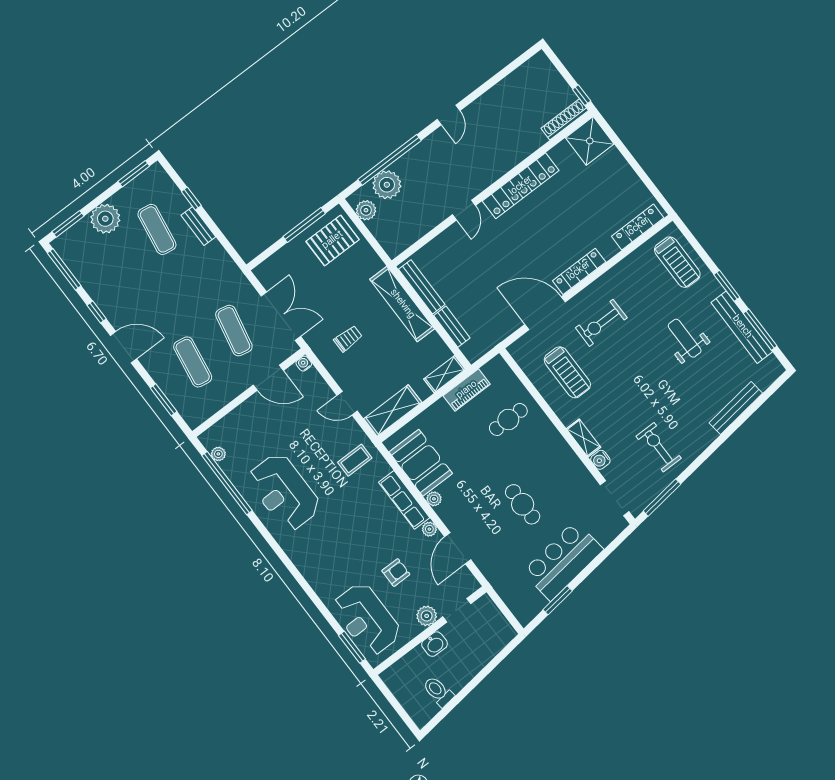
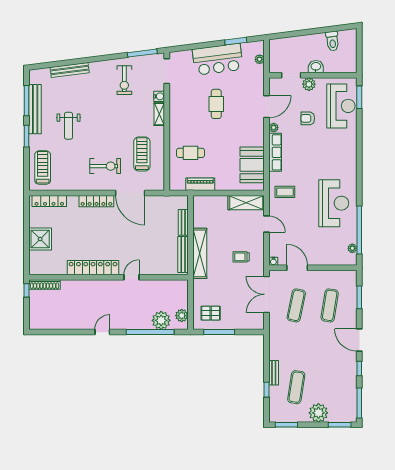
shower: (590, 141) -> (40, 239), moved
pallet: (333, 240) -> (211, 313), width x0.67, depth x0.71
shelving: (444, 374) -> (205, 201), removed
plant: (434, 499) -> (260, 59), moved

